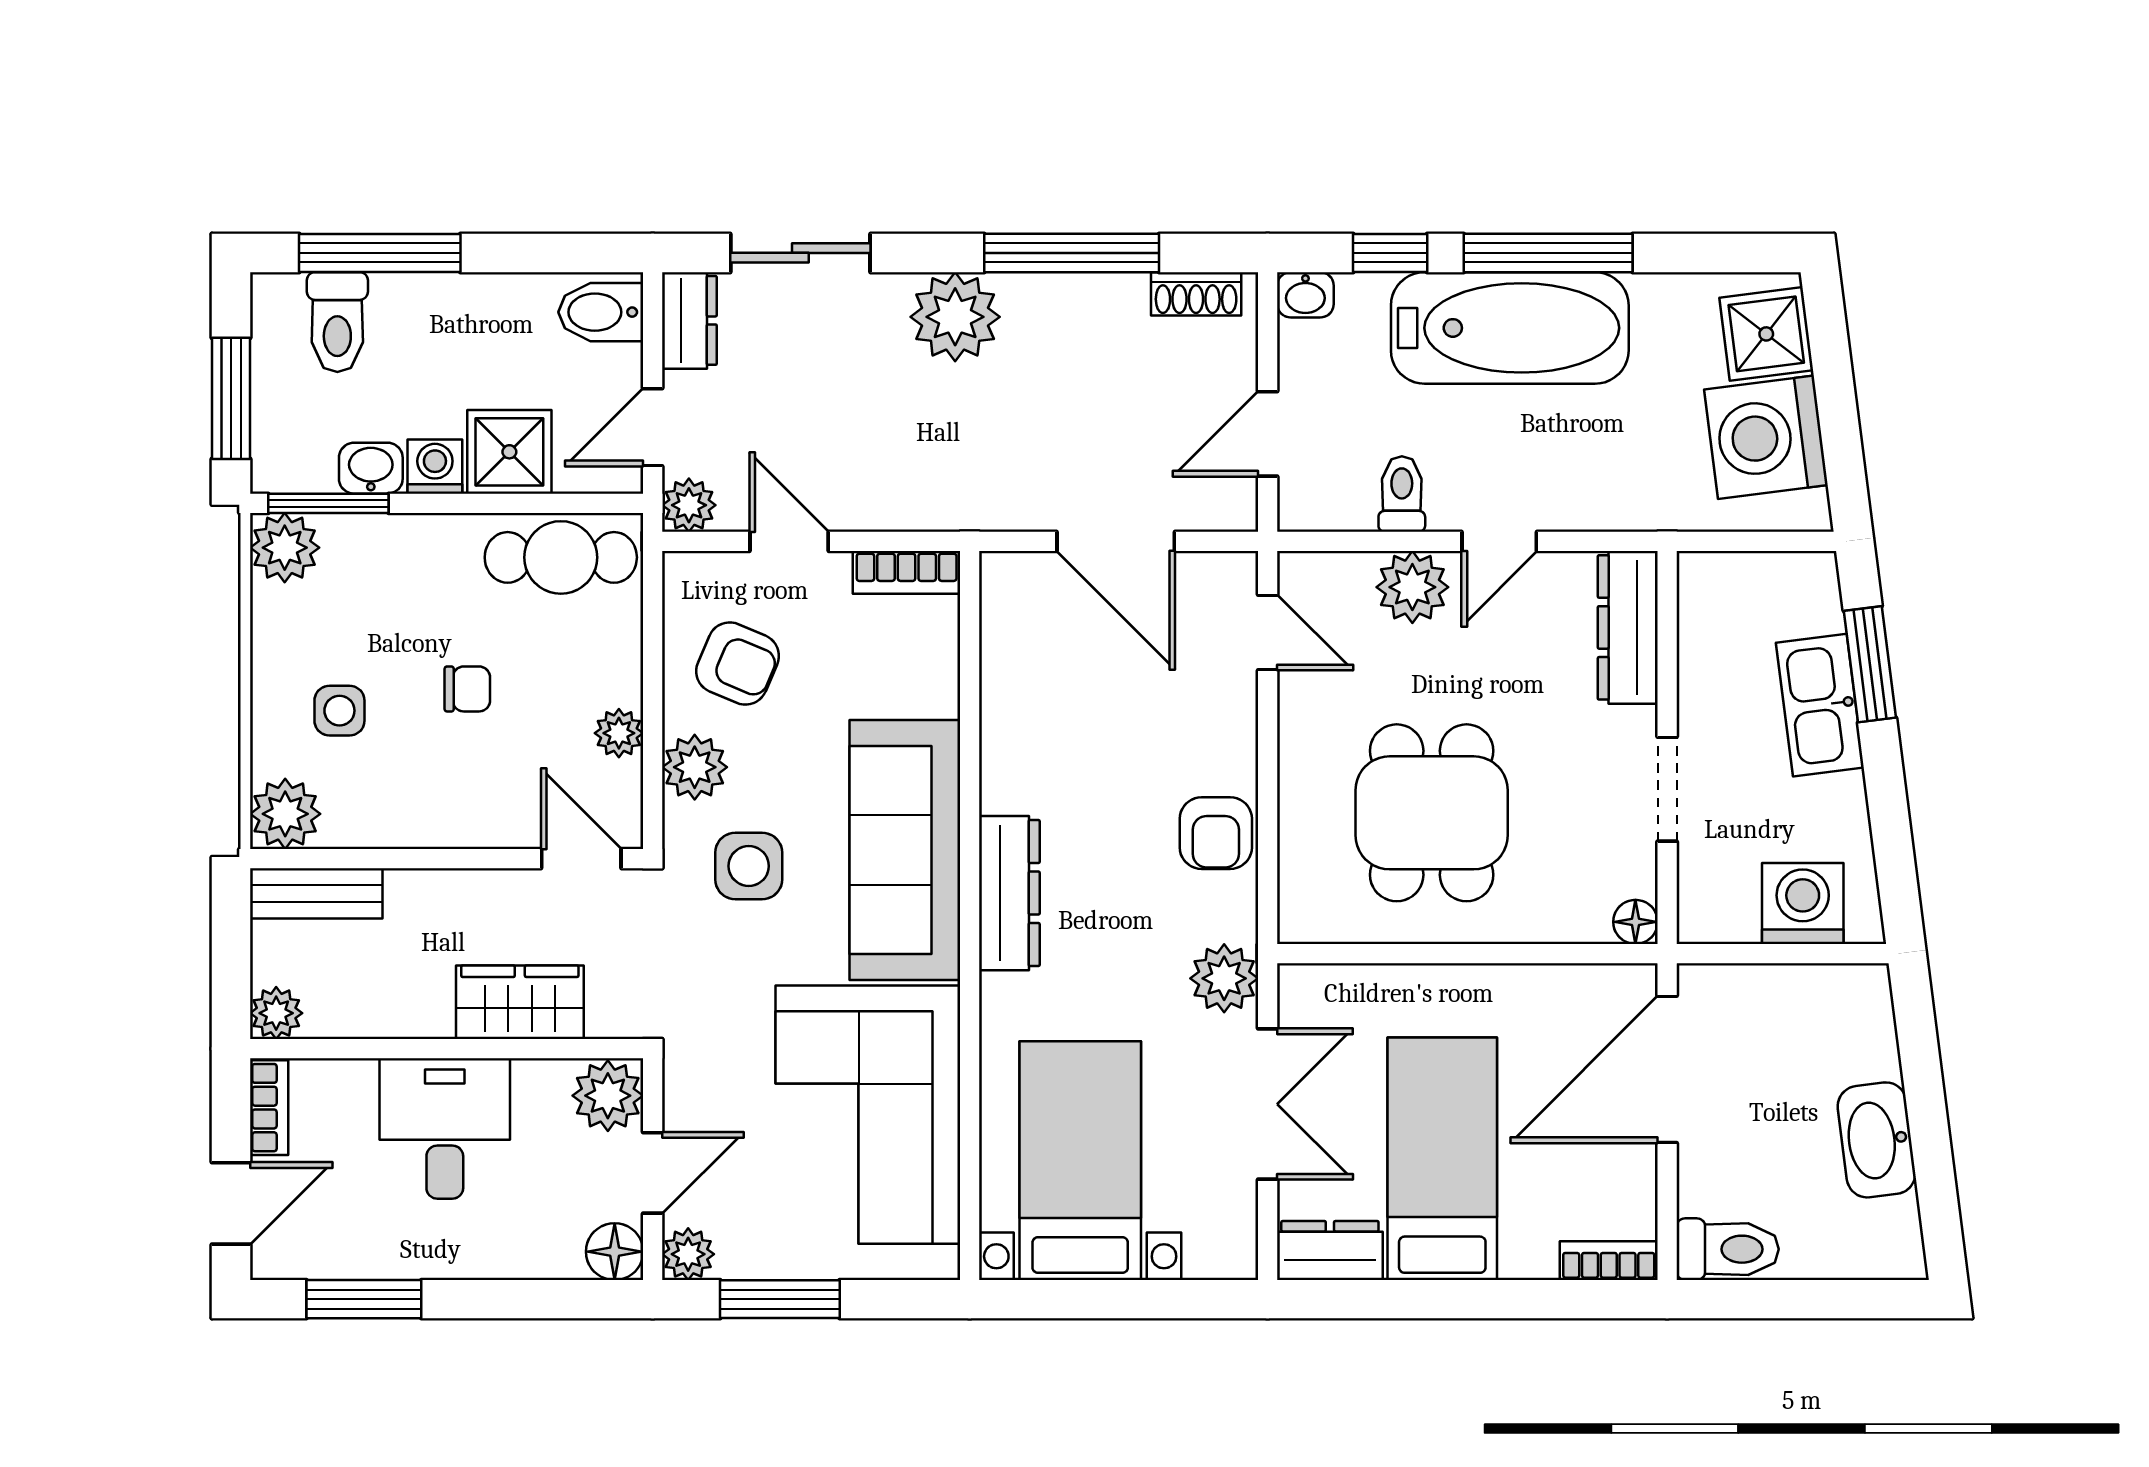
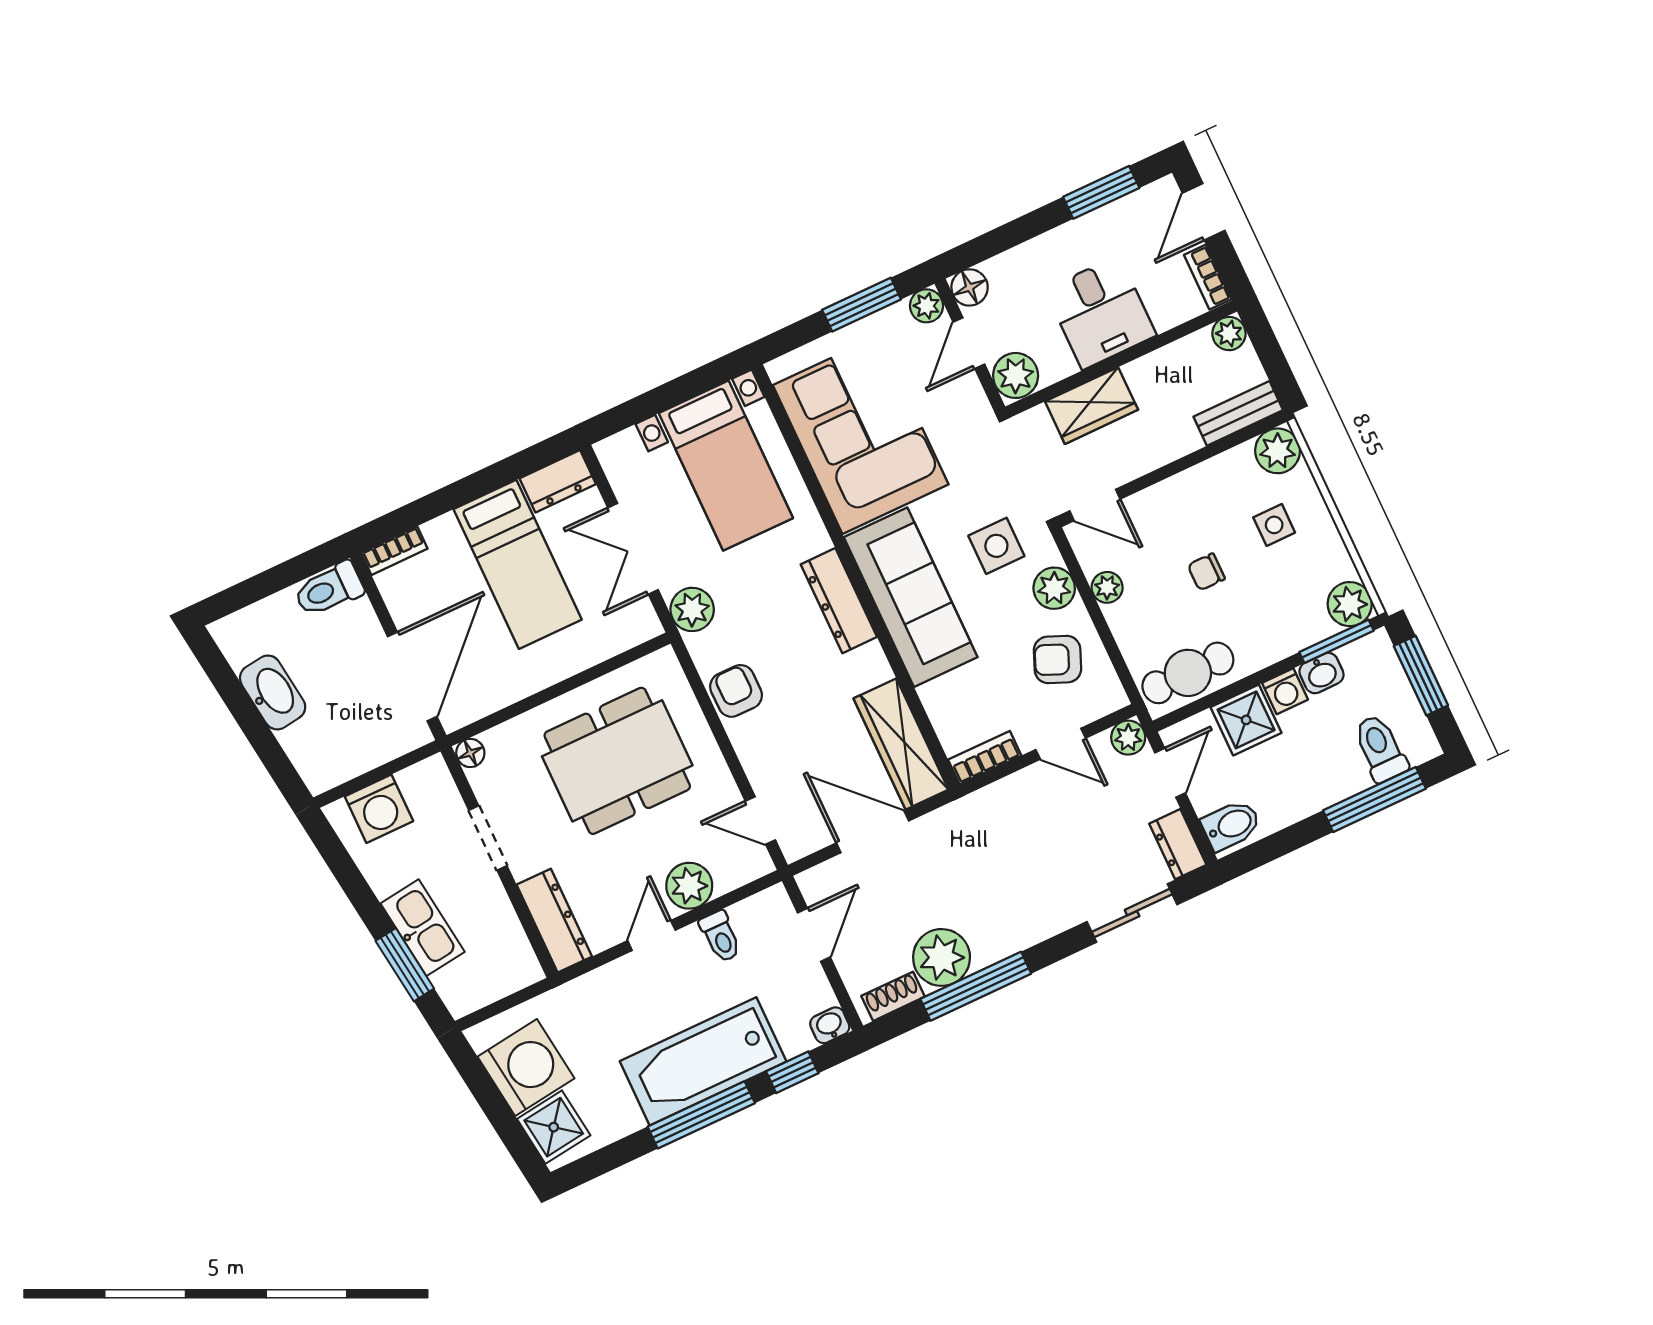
plant: (955, 317) -> (942, 957), moved
wardrobe: (1017, 648) -> (901, 744), added
dining table: (1432, 813) -> (617, 761), width x1.38

